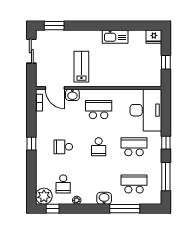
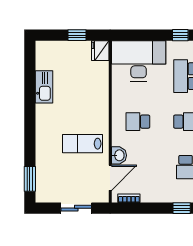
kitchen sink: (115, 37) -> (44, 87), moved
fridge: (154, 37) -> (100, 51), moved, turned 180
sliding door: (31, 51) -> (76, 208), moved
school desk: (99, 110) -> (138, 122), width x0.54

